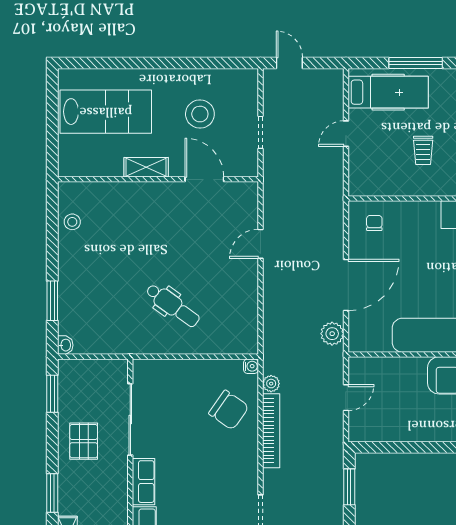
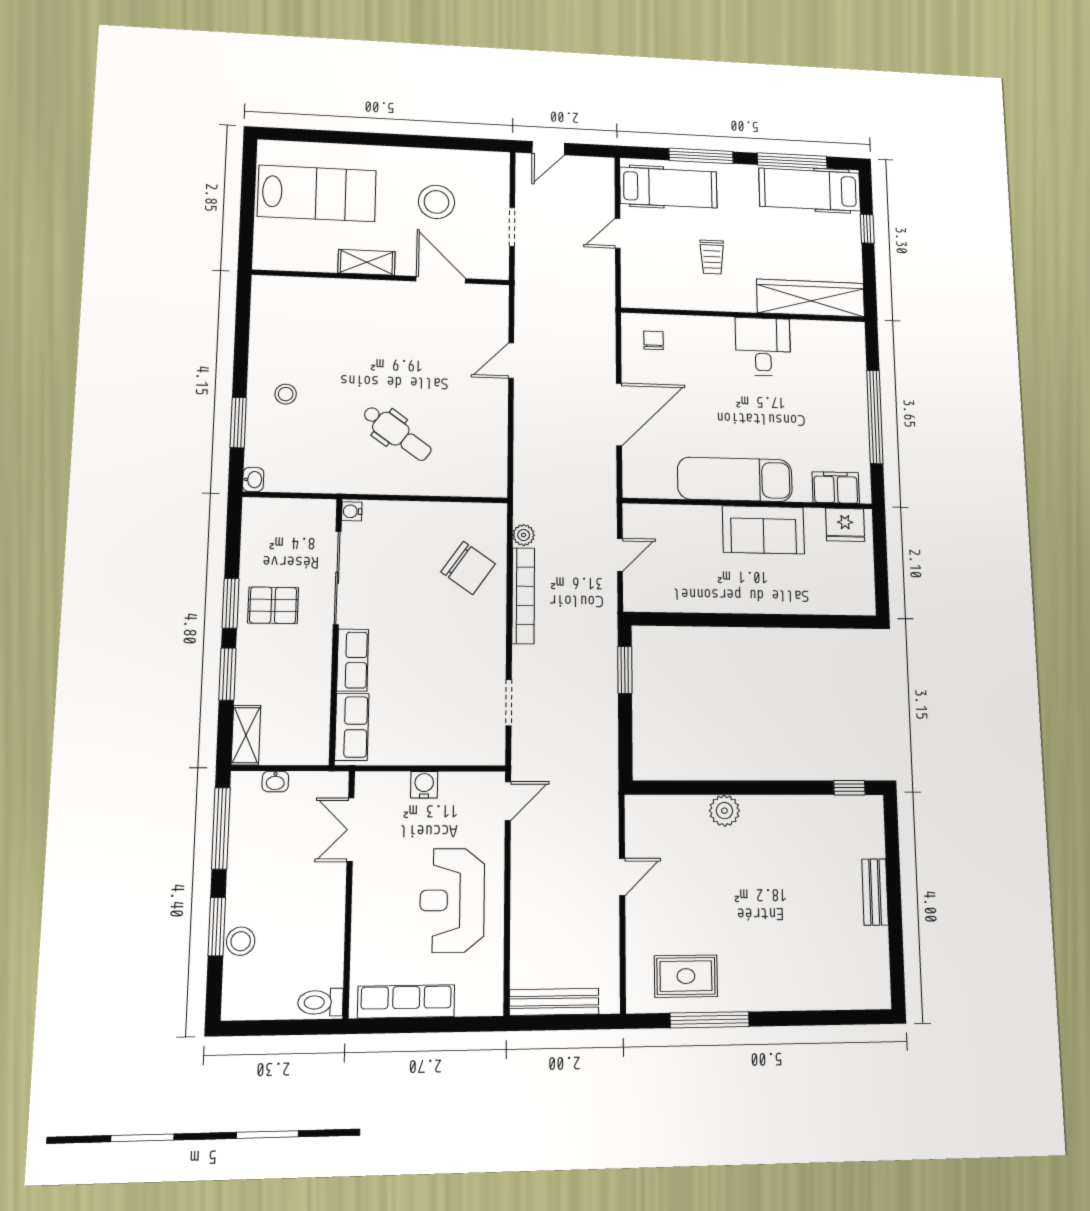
door: (289, 63) -> (548, 148), swing flipped
stool: (72, 222) -> (286, 394), moved
plant: (332, 334) -> (602, 474), removed
water cooler: (251, 366) -> (352, 511), moved, turned 180
window: (52, 394) -> (230, 603), moved
pallet: (84, 441) -> (273, 605), turned 90

